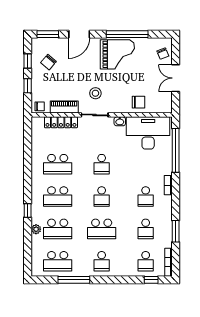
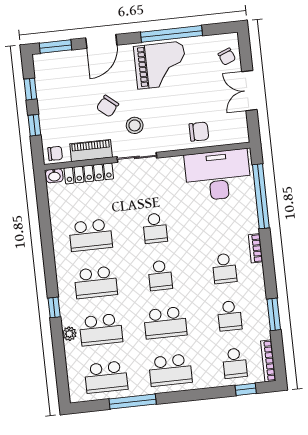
chair: (48, 62) -> (108, 106), moved
washbasin: (120, 121) -> (54, 176), moved
school desk: (102, 261) -> (170, 370), width x1.85

